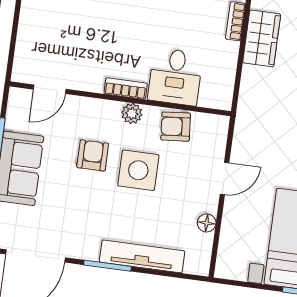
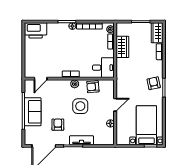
desk: (175, 77) -> (103, 68), moved, turned -90
armchair: (93, 155) -> (58, 125), moved
tv unit: (142, 256) -> (82, 140), width x0.71

